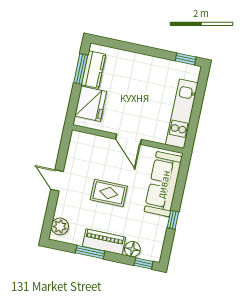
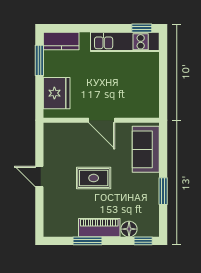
kitchen counter: (94, 69) -> (61, 41), moved, turned 90
kitchen unit: (182, 114) -> (125, 42), moved, turned -90
sofa: (163, 184) -> (146, 149), width x0.73
window: (173, 220) -> (163, 191), width x1.50
plant: (60, 226) -> (52, 222), removed

